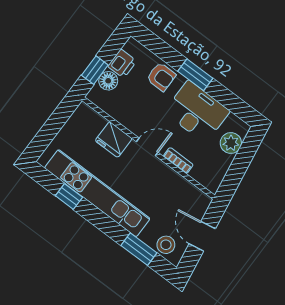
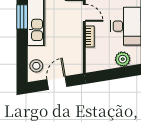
window: (139, 249) -> (22, 17), moved

